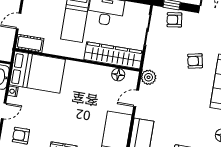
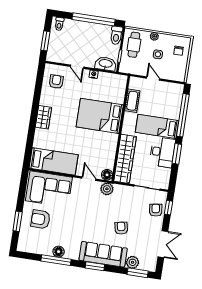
cot: (30, 43) -> (132, 101), moved
bed: (37, 72) -> (100, 116), moved, turned 90
floor lamp: (118, 75) -> (107, 175), moved

